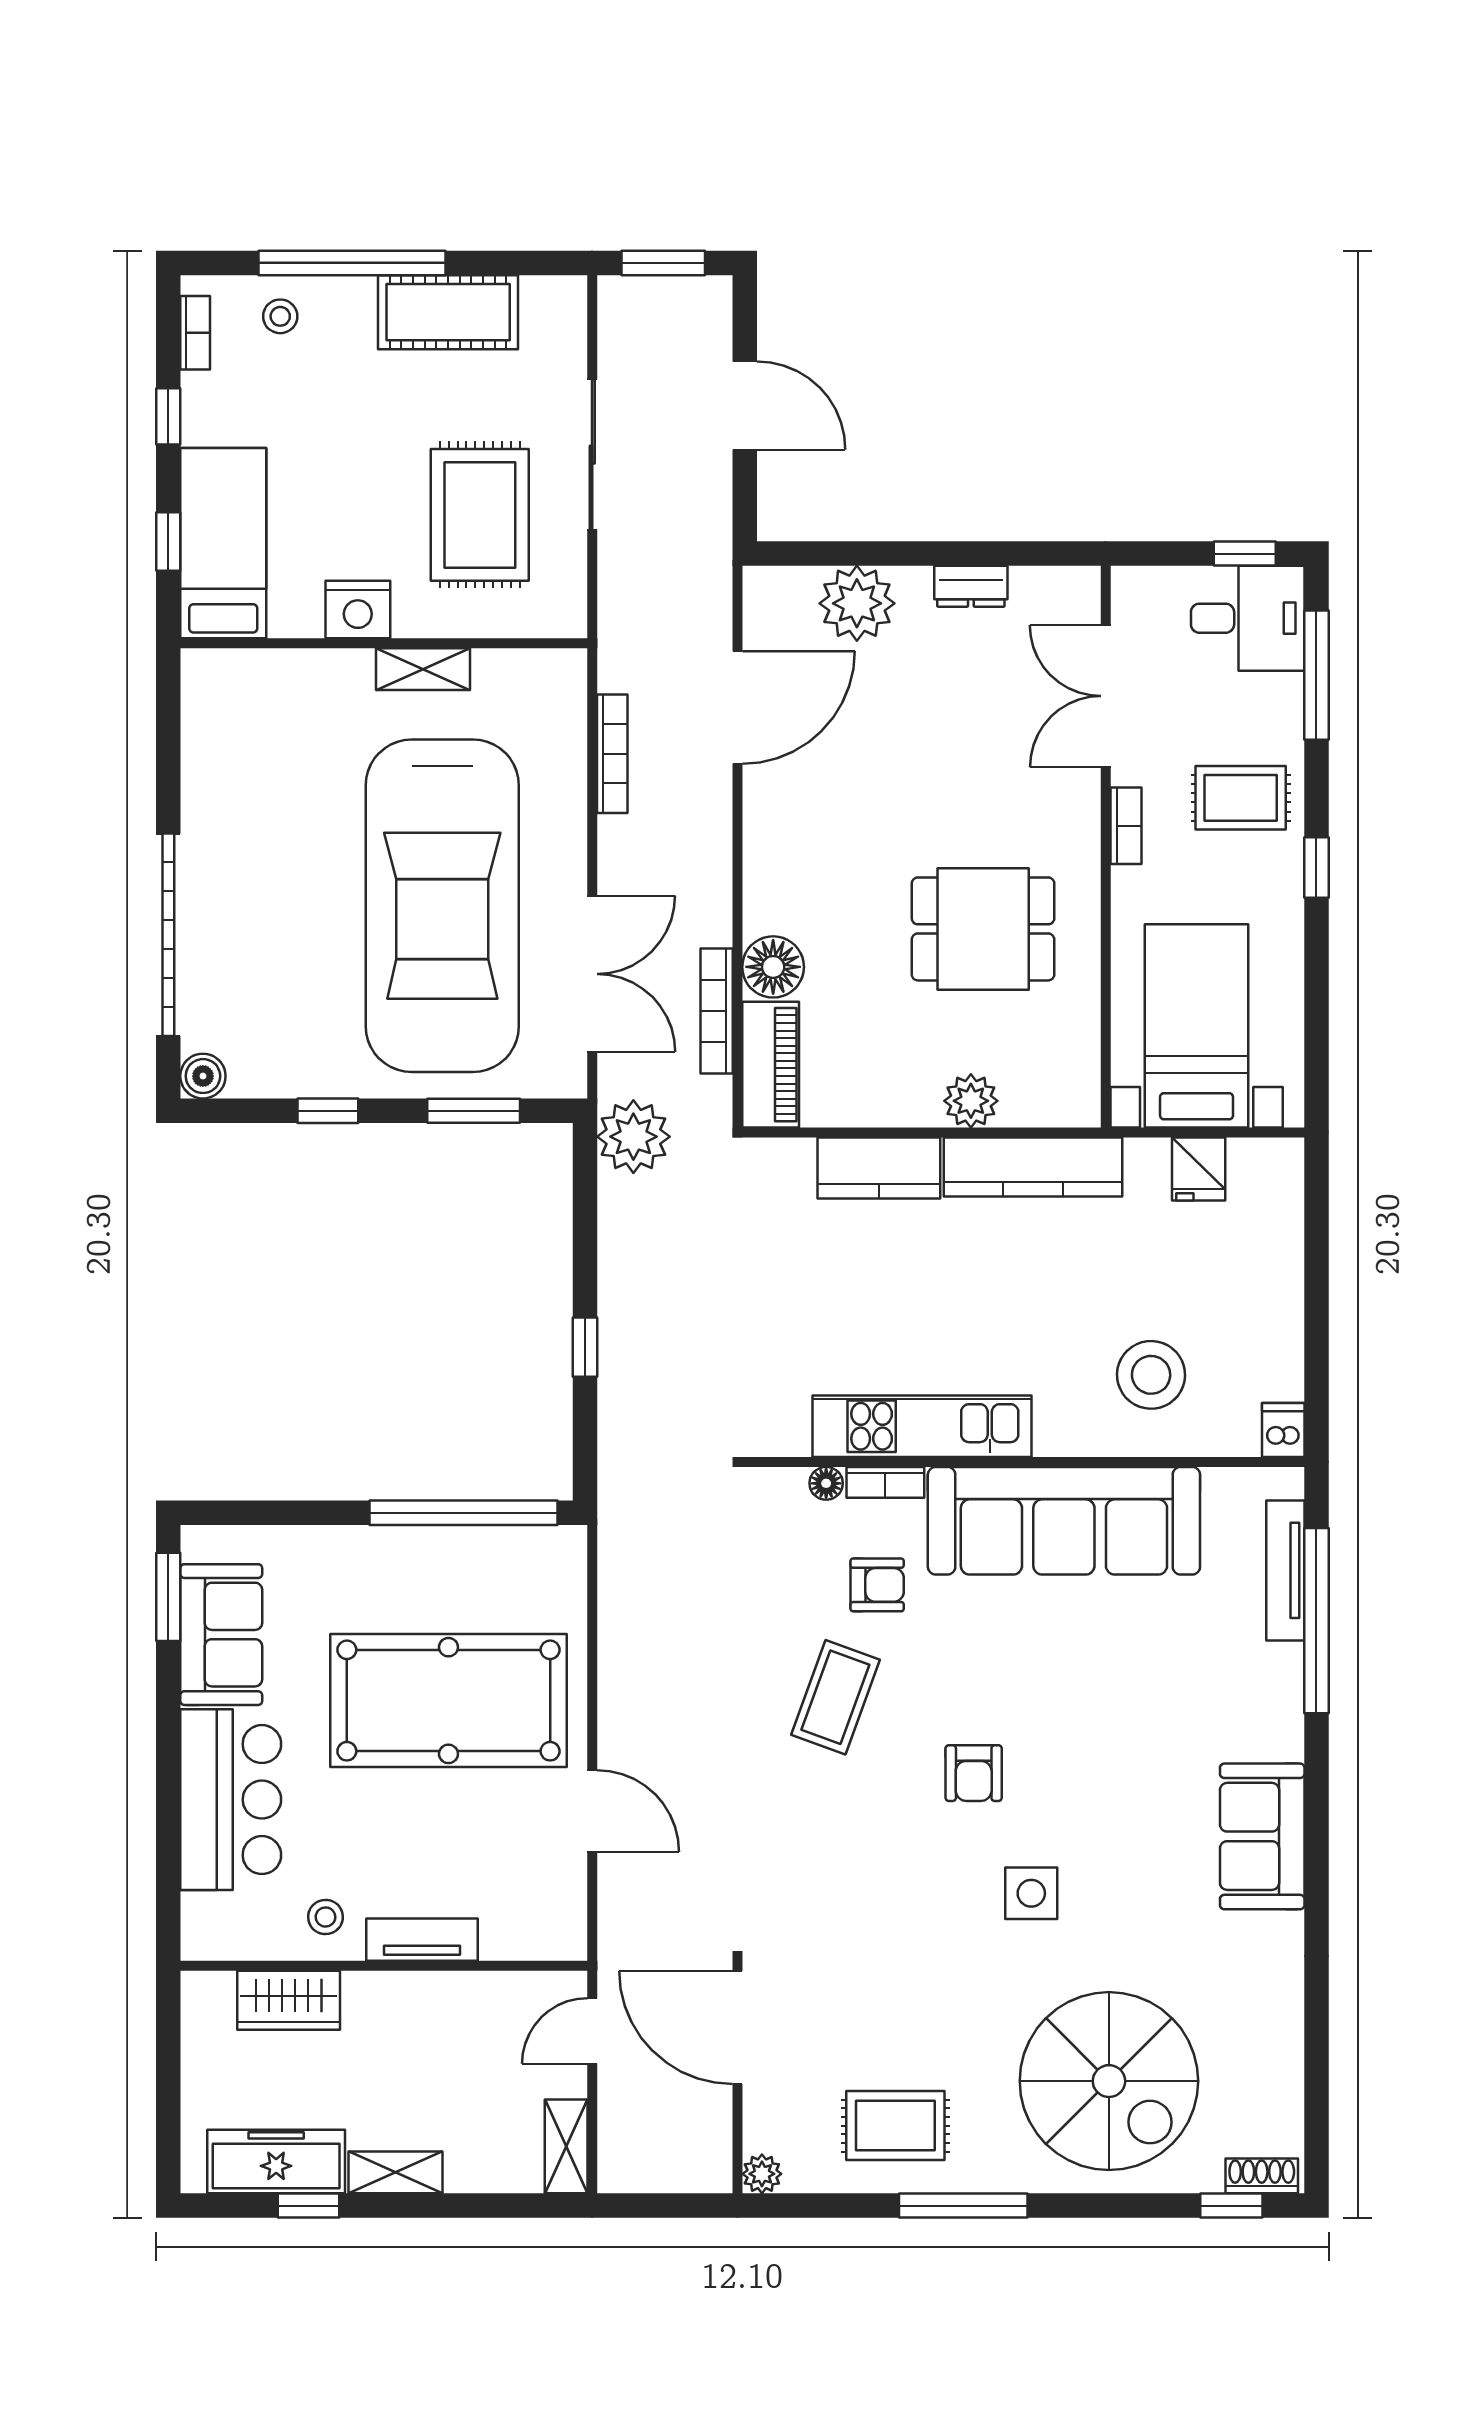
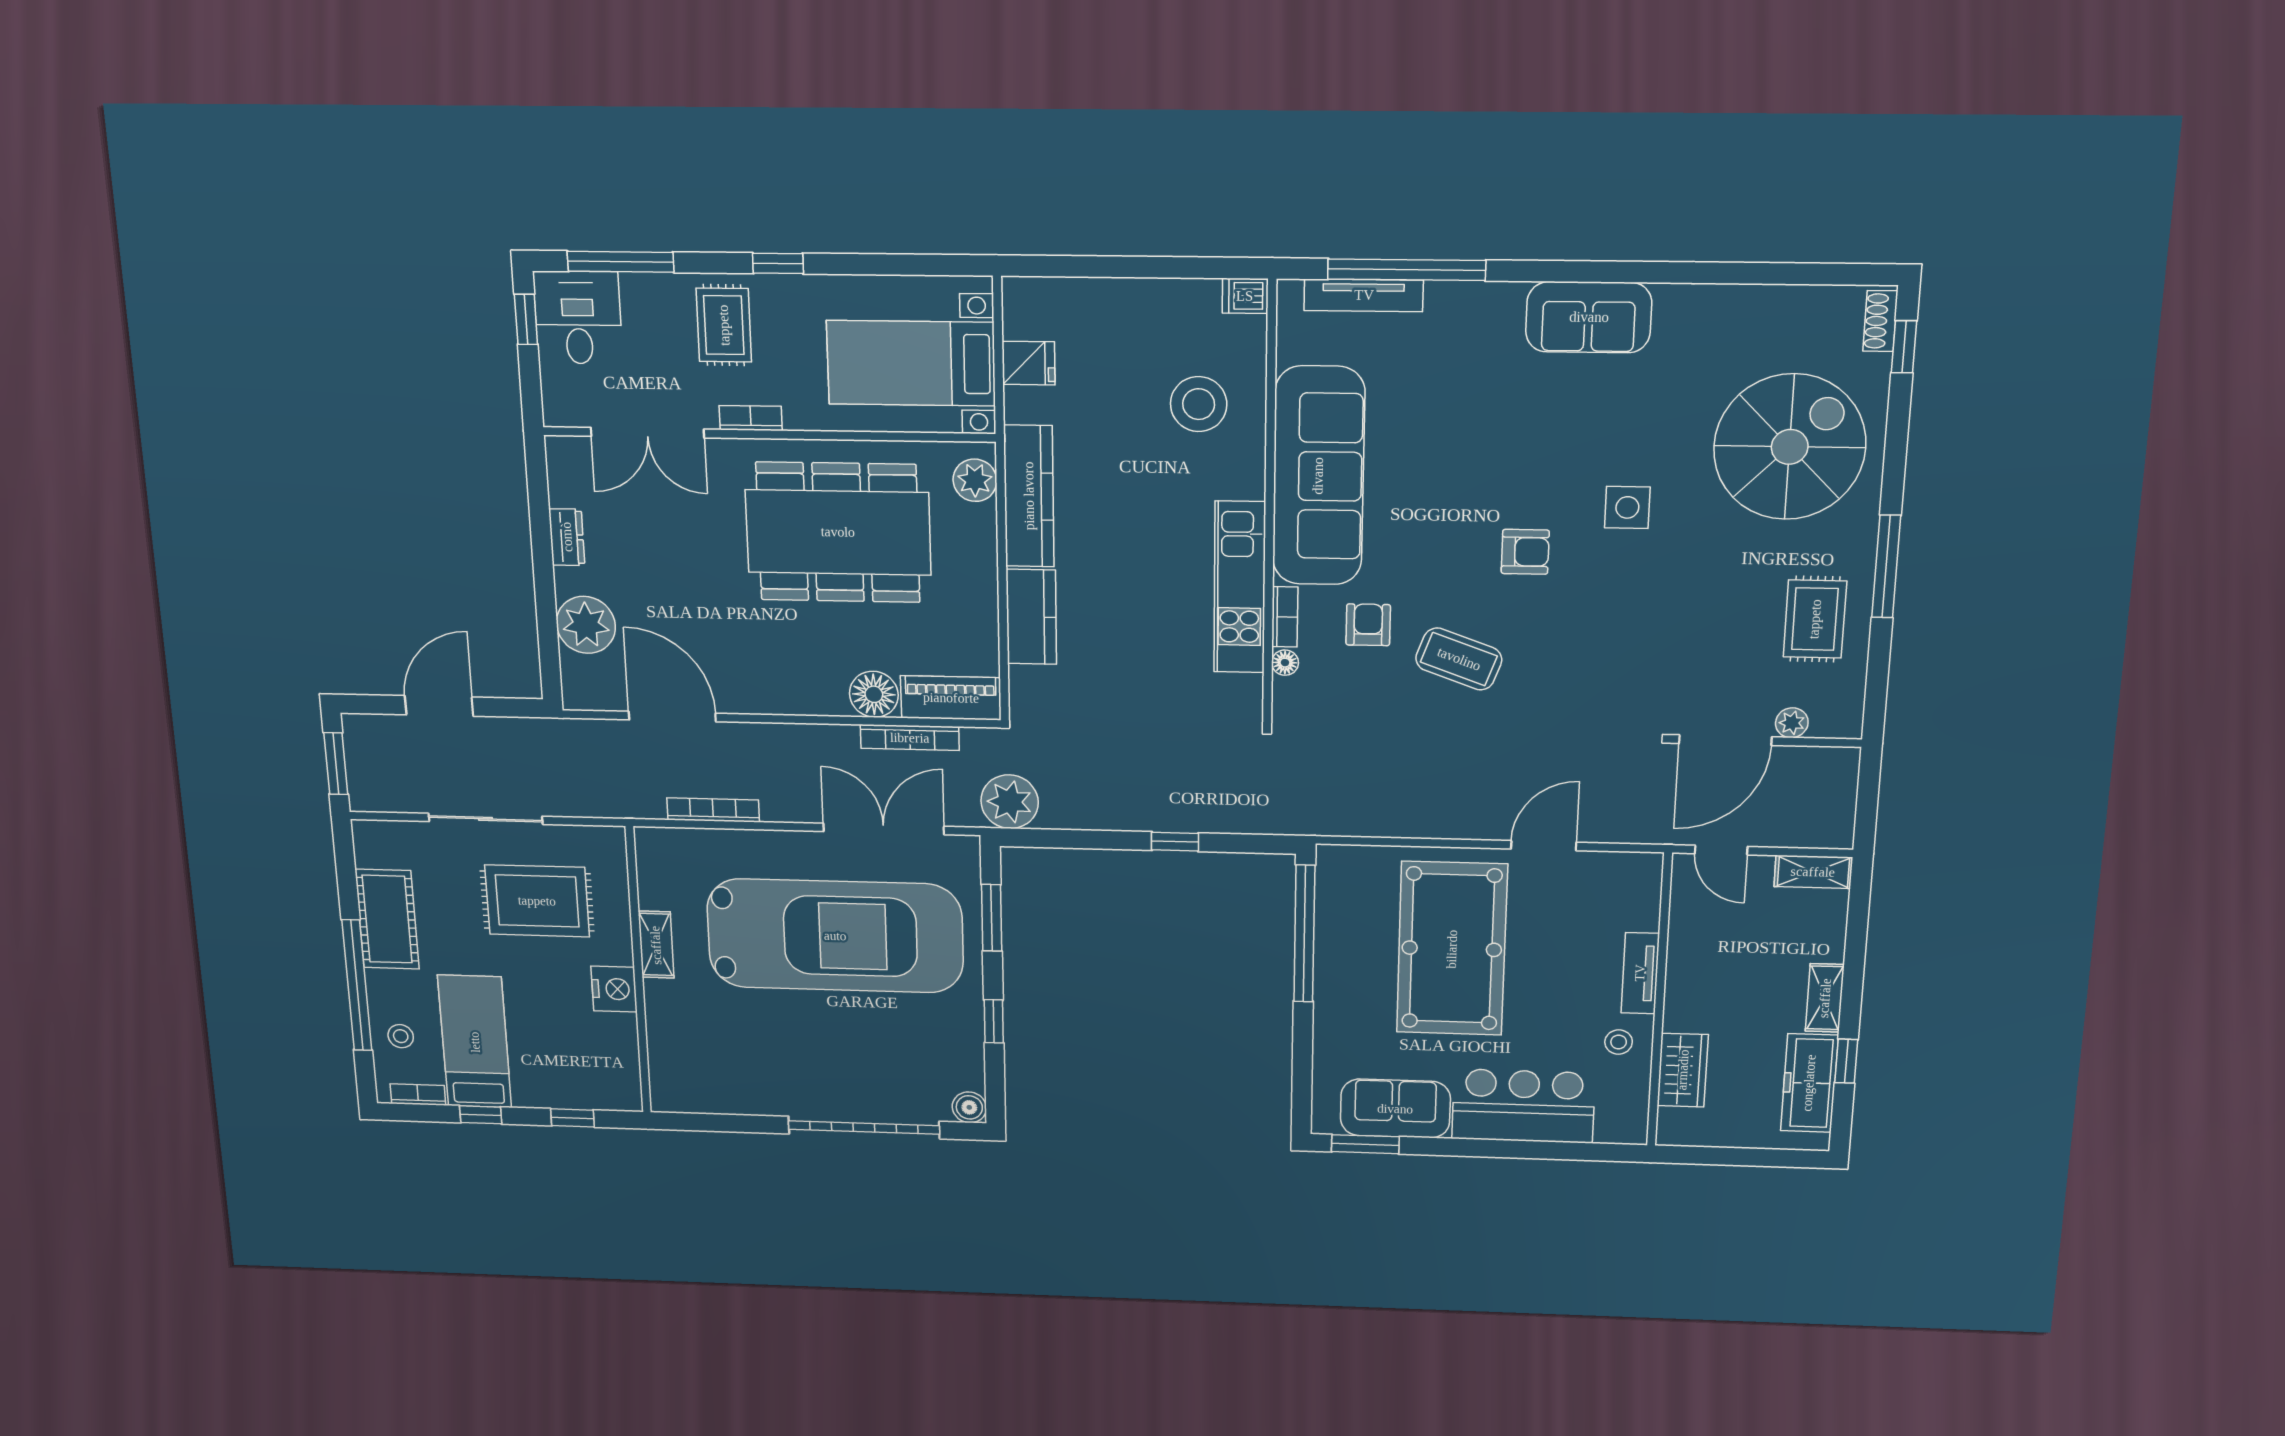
bed: (223, 543) -> (475, 1042), moved, turned 90
dining table: (983, 929) -> (838, 532), width x1.88, depth x1.24
plant: (971, 1101) -> (975, 480), moved
plant: (762, 2174) -> (1792, 723), moved

